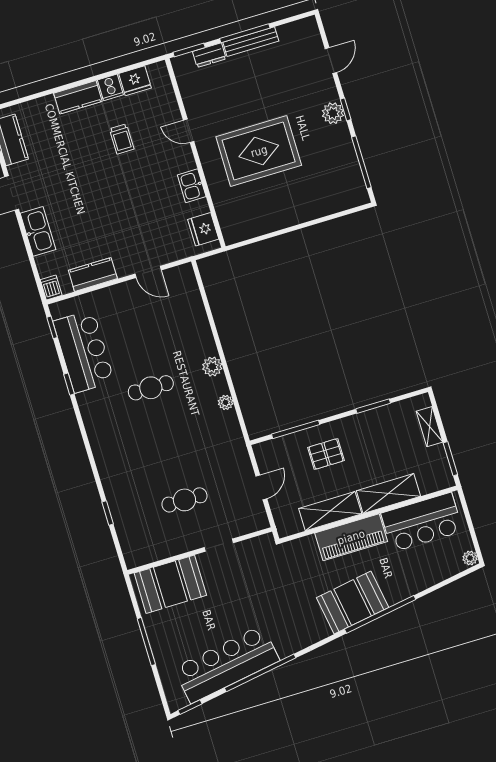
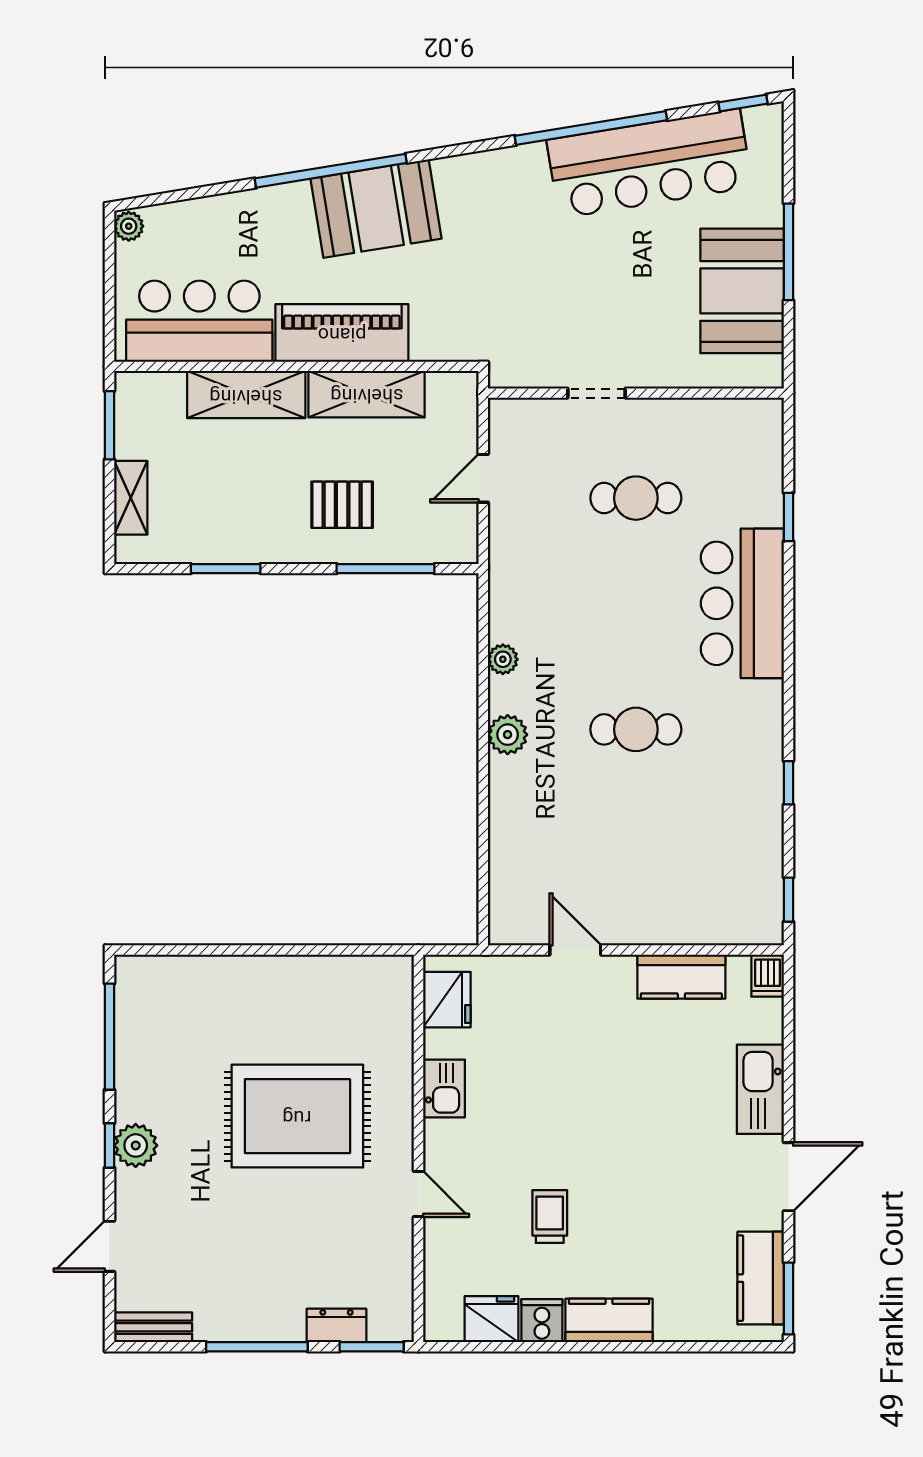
bench: (251, 42) -> (153, 1327), moved, width x0.73
bar counter: (84, 351) -> (742, 603), moved
booth: (170, 584) -> (742, 291), moved, turned 90

